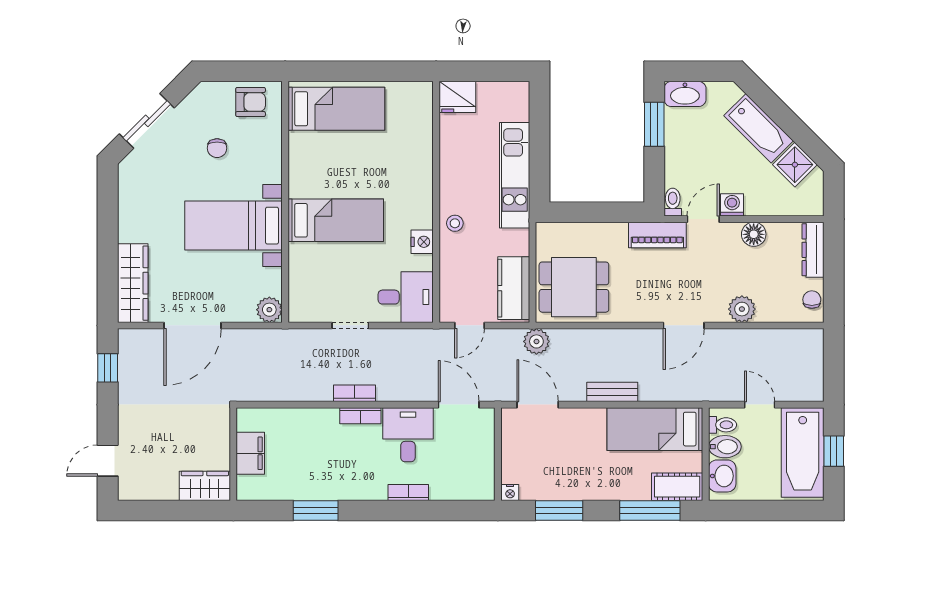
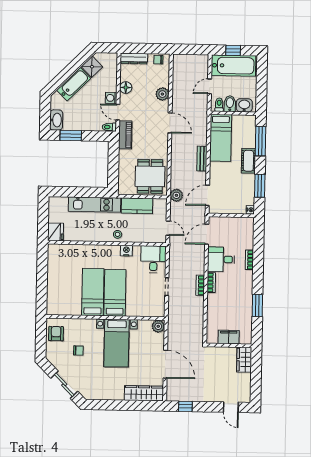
bed: (336, 109) -> (93, 292), moved
kitchen counter: (514, 288) -> (137, 206), moved
cot: (677, 487) -> (248, 161), moved

